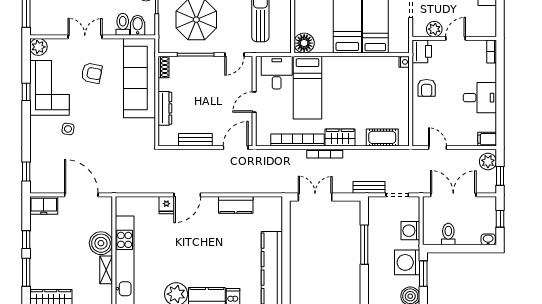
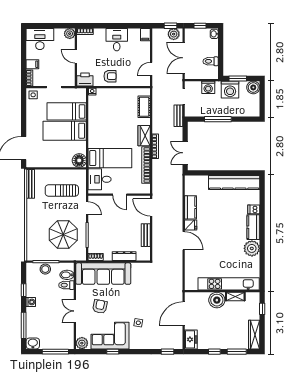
plant: (434, 29) -> (70, 34), moved
plant: (488, 162) -> (174, 34), moved
fridge: (166, 205) -> (191, 225), moved

